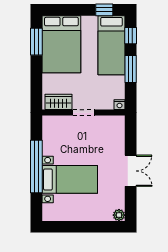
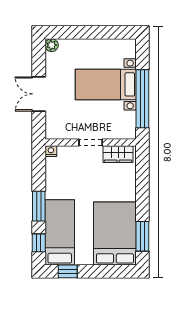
wardrobe: (59, 102) -> (118, 154), moved
nightstand: (120, 105) -> (51, 151), moved
wall: (83, 113) -> (91, 142), moved
doorway: (84, 113) -> (91, 142), moved

